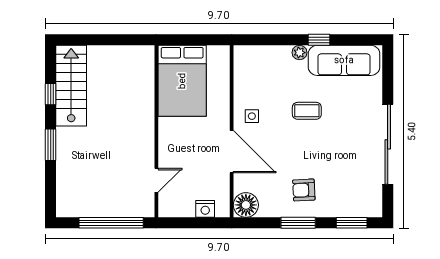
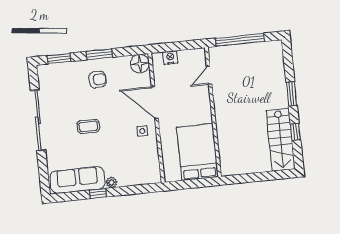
coffee table: (307, 111) -> (88, 126), moved

